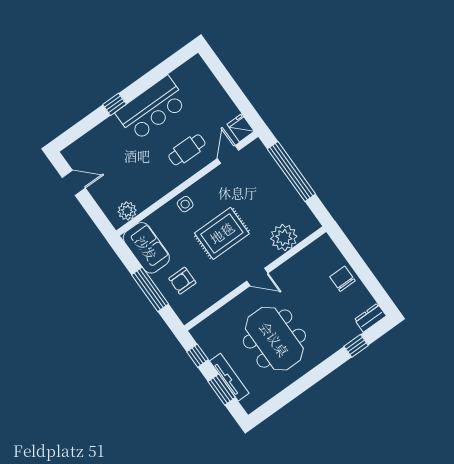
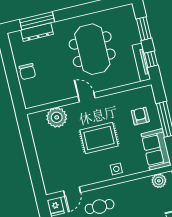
window: (291, 172) -> (32, 161), removed
armchair: (182, 281) -> (140, 116), turned -90
dresser: (370, 318) -> (37, 32), moved, width x1.44
window: (356, 346) -> (37, 21), width x2.17
tv unit: (229, 377) -> (141, 62), moved

